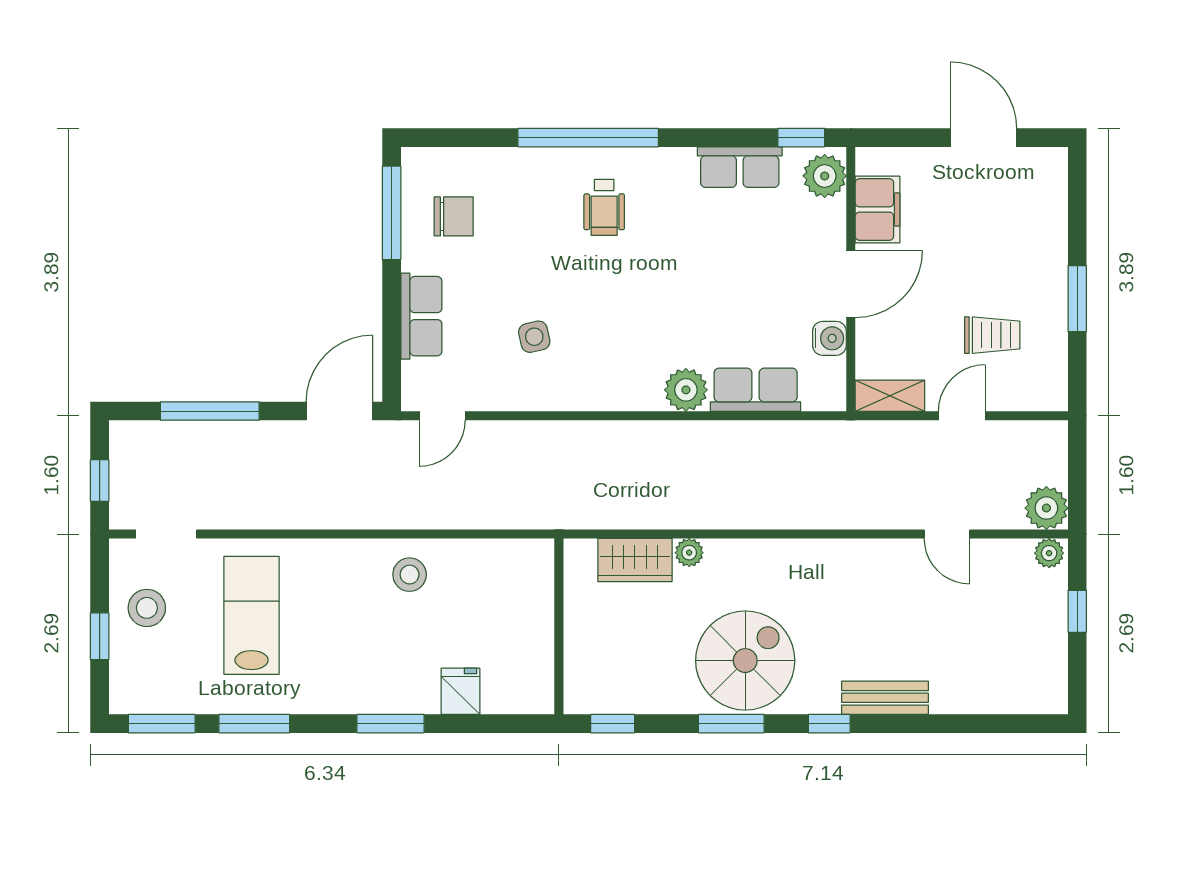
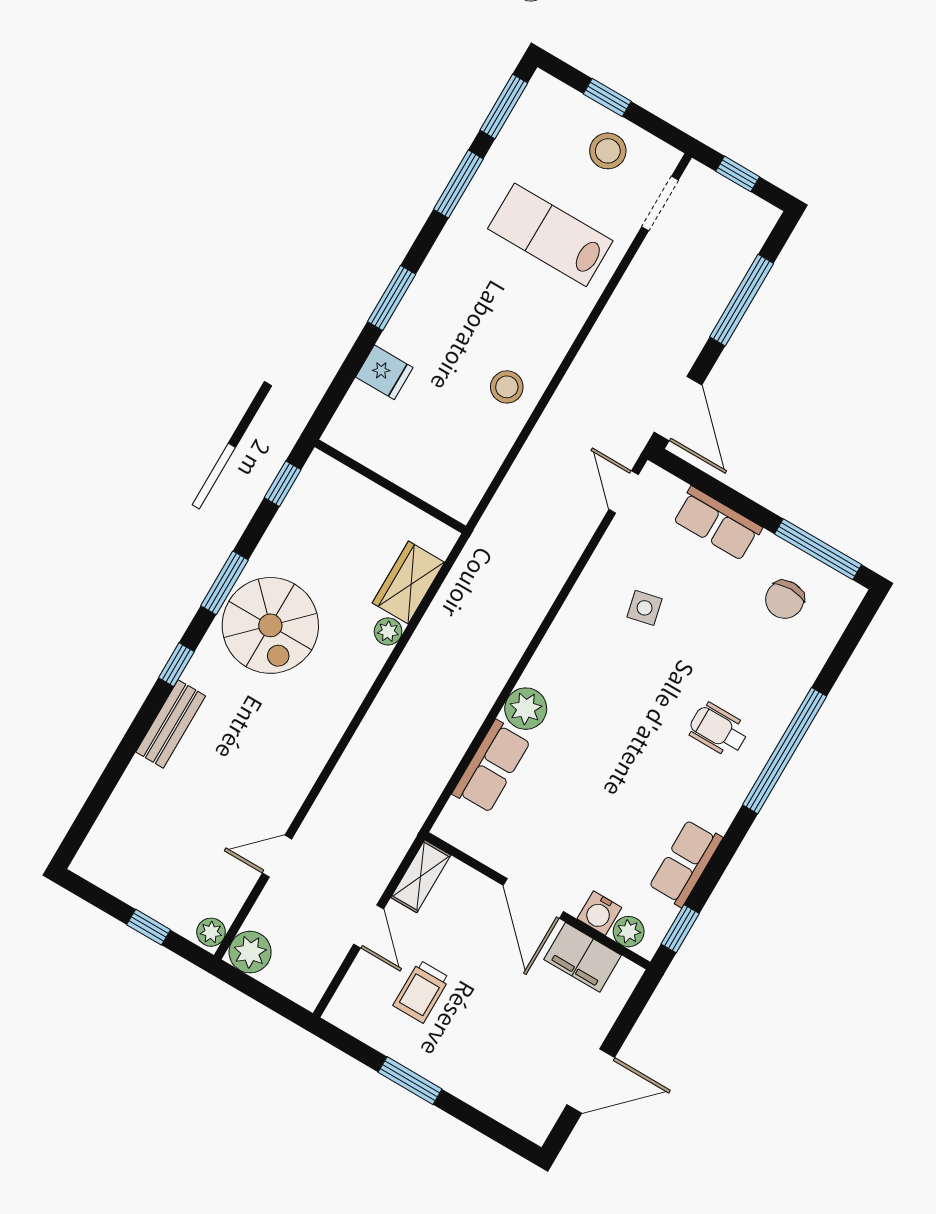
plant: (825, 176) -> (629, 932), width x0.73, depth x0.73
water cooler: (829, 338) -> (599, 913), moved
lab bench: (252, 615) -> (550, 235), turned 180

